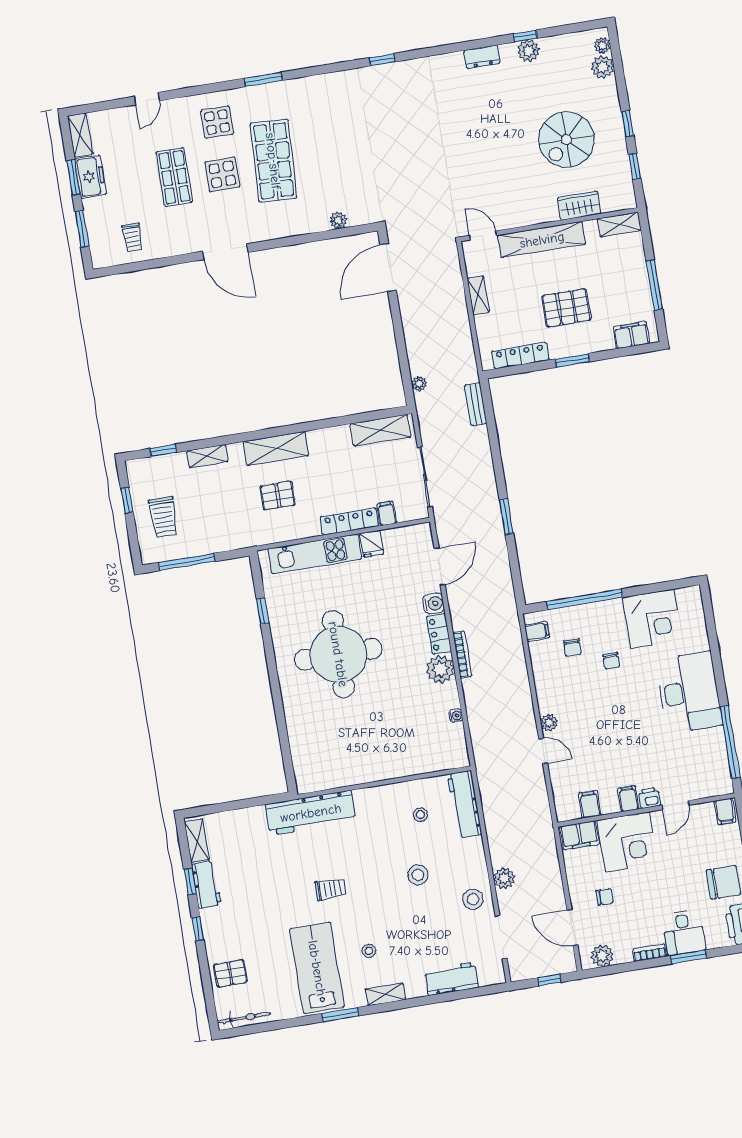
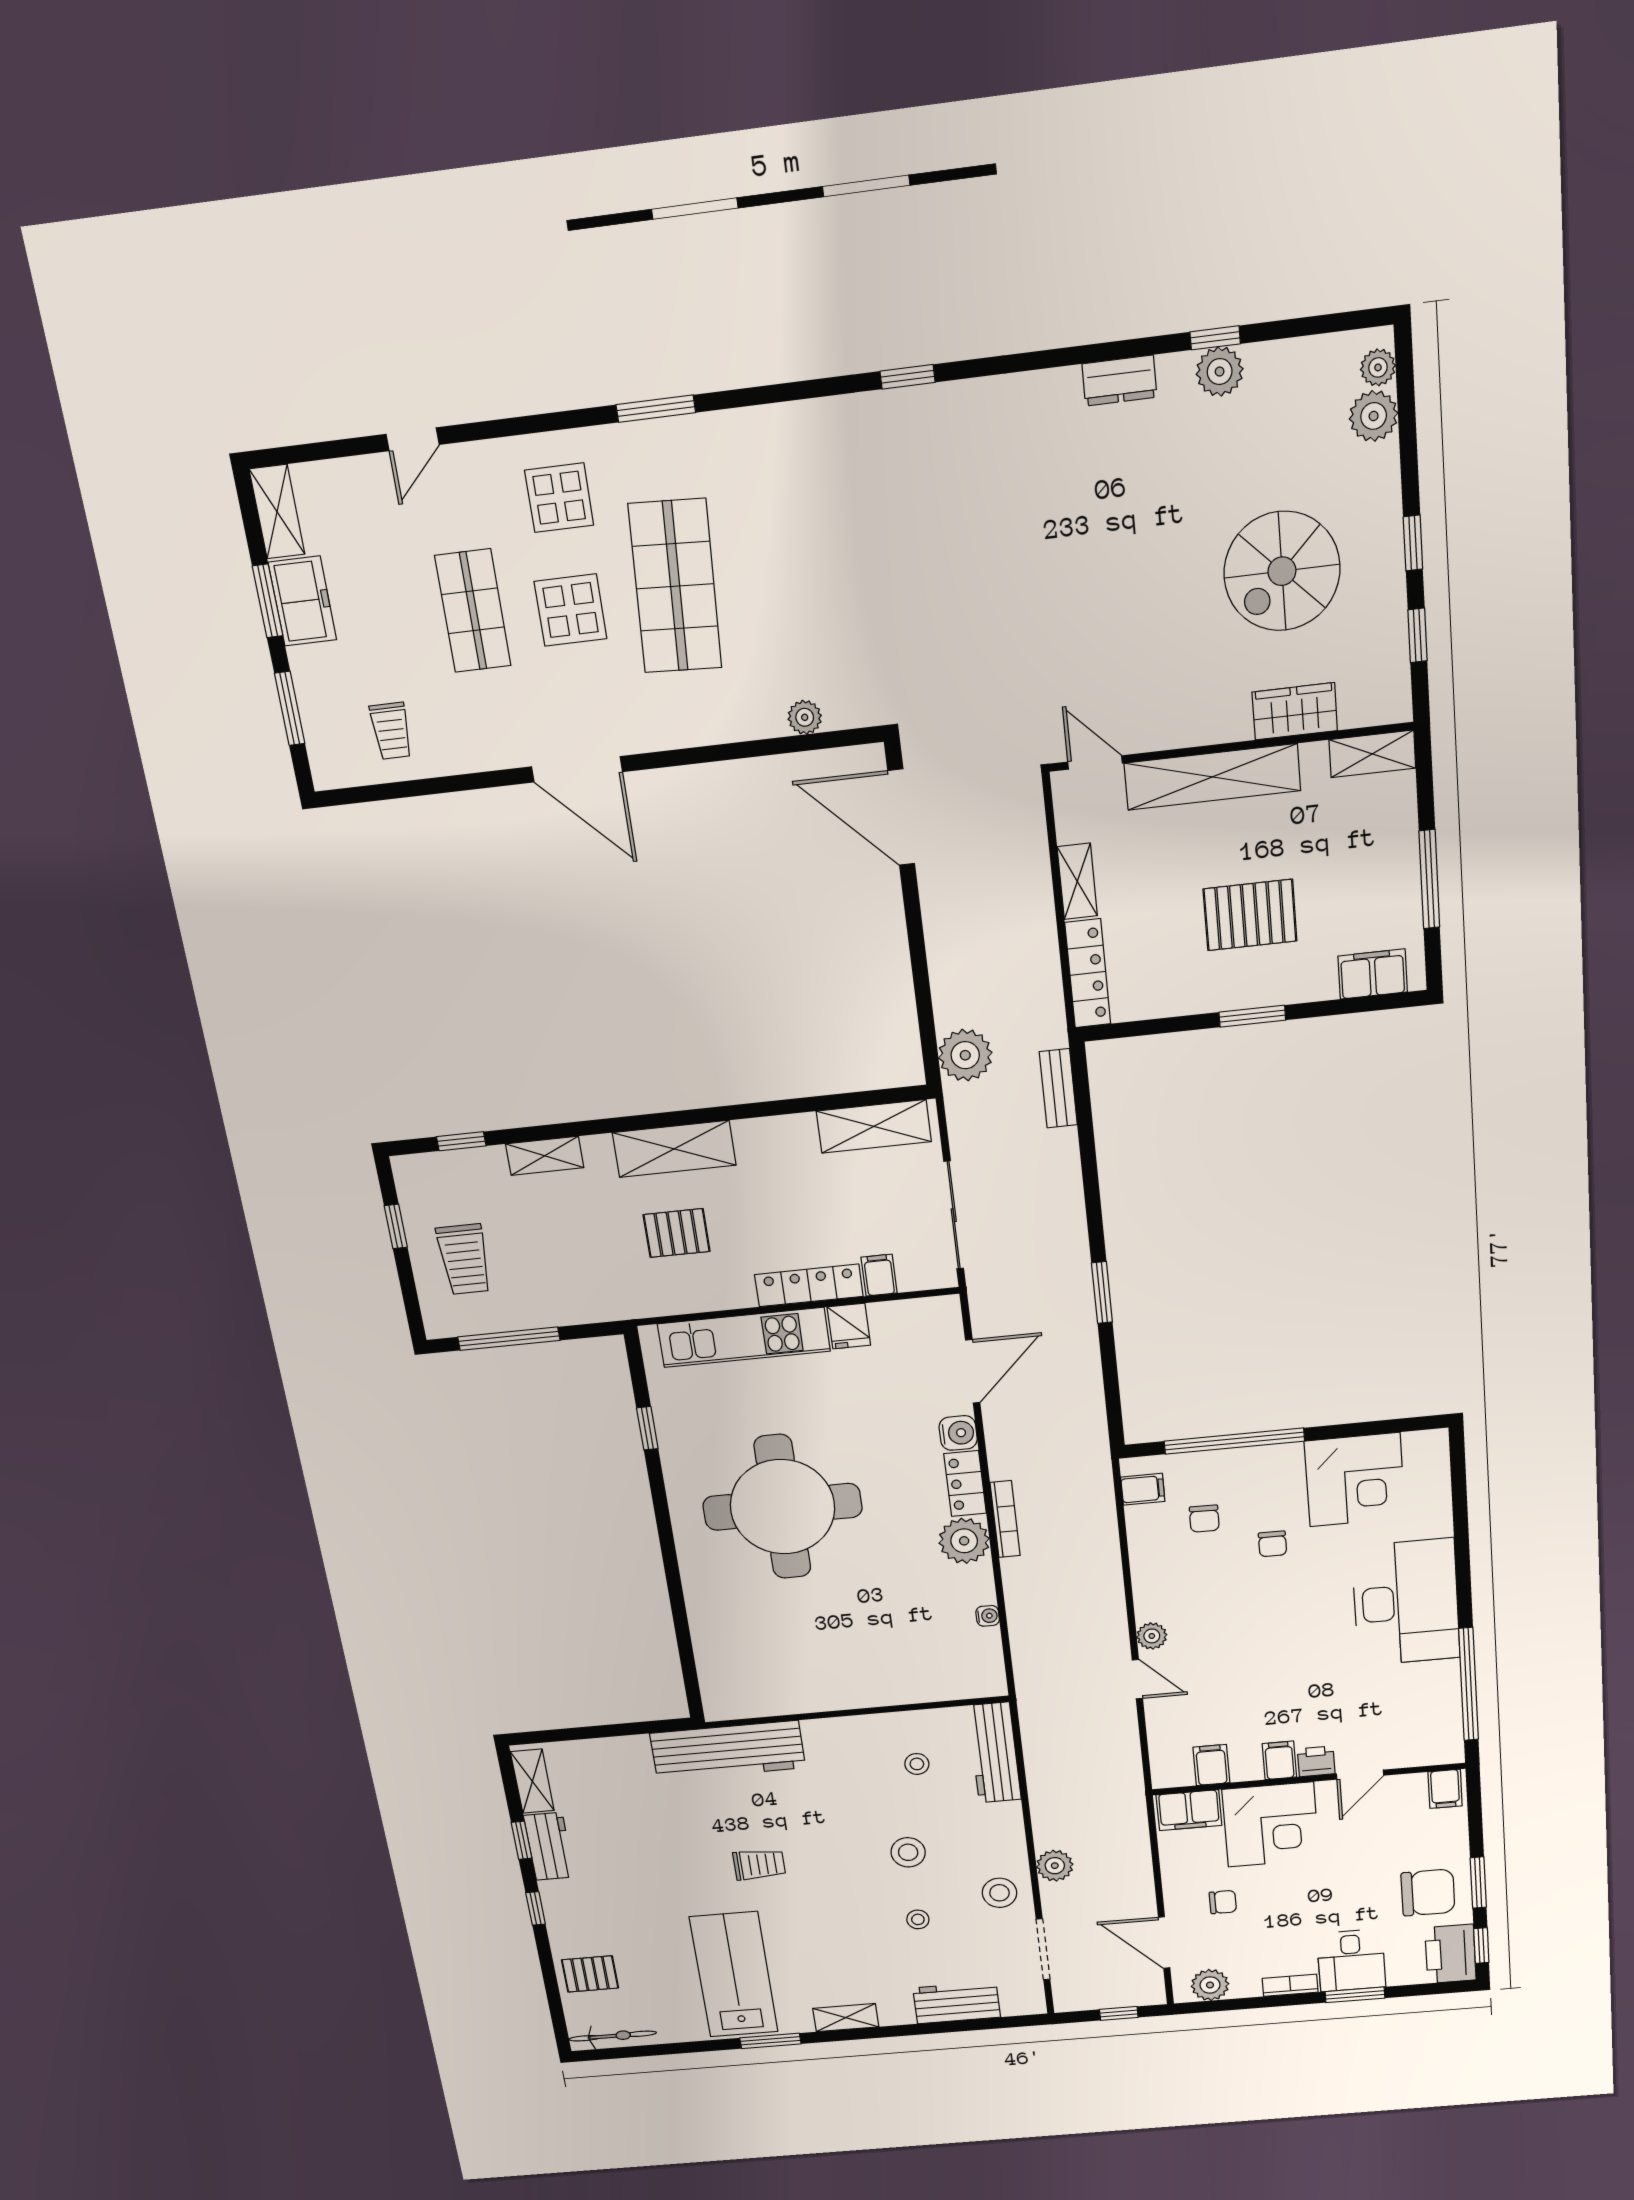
door: (388, 267) -> (901, 817), hinge flipped
locker: (520, 356) -> (1088, 973), moved, turned 90
plant: (419, 384) -> (965, 1055), width x1.88, depth x1.88
stool: (369, 951) -> (918, 1919), moved

